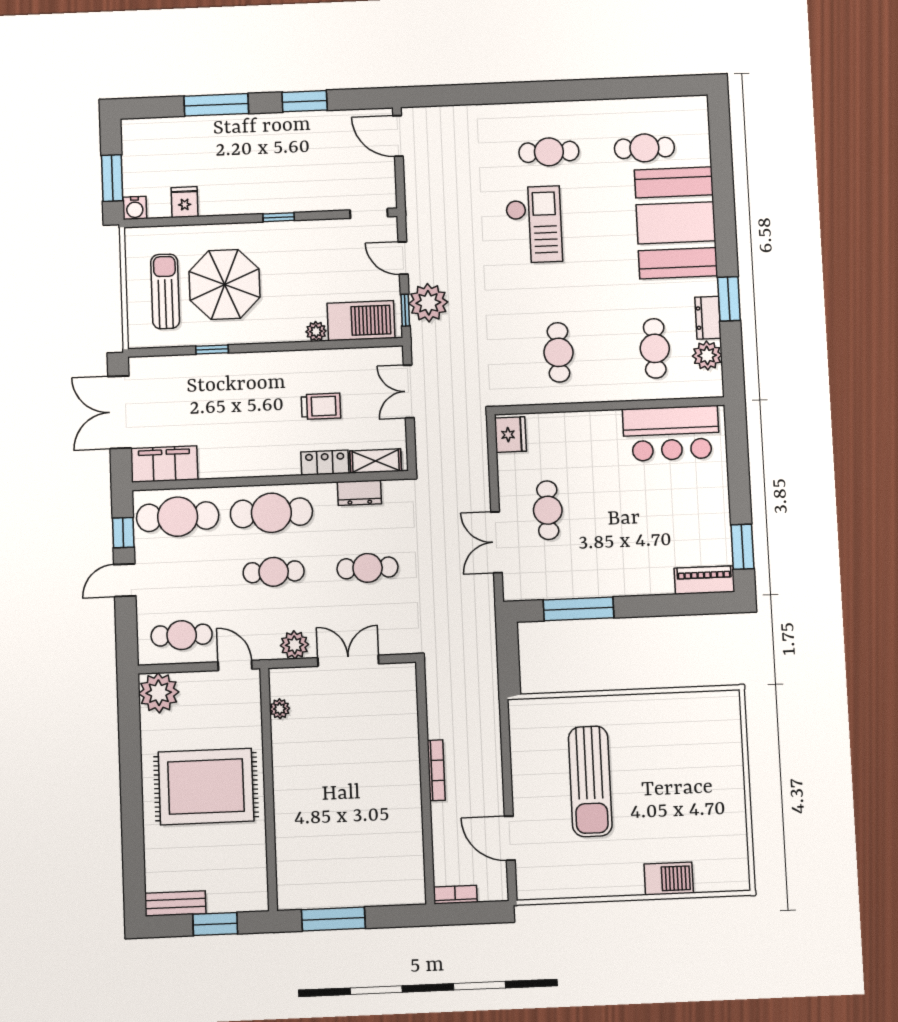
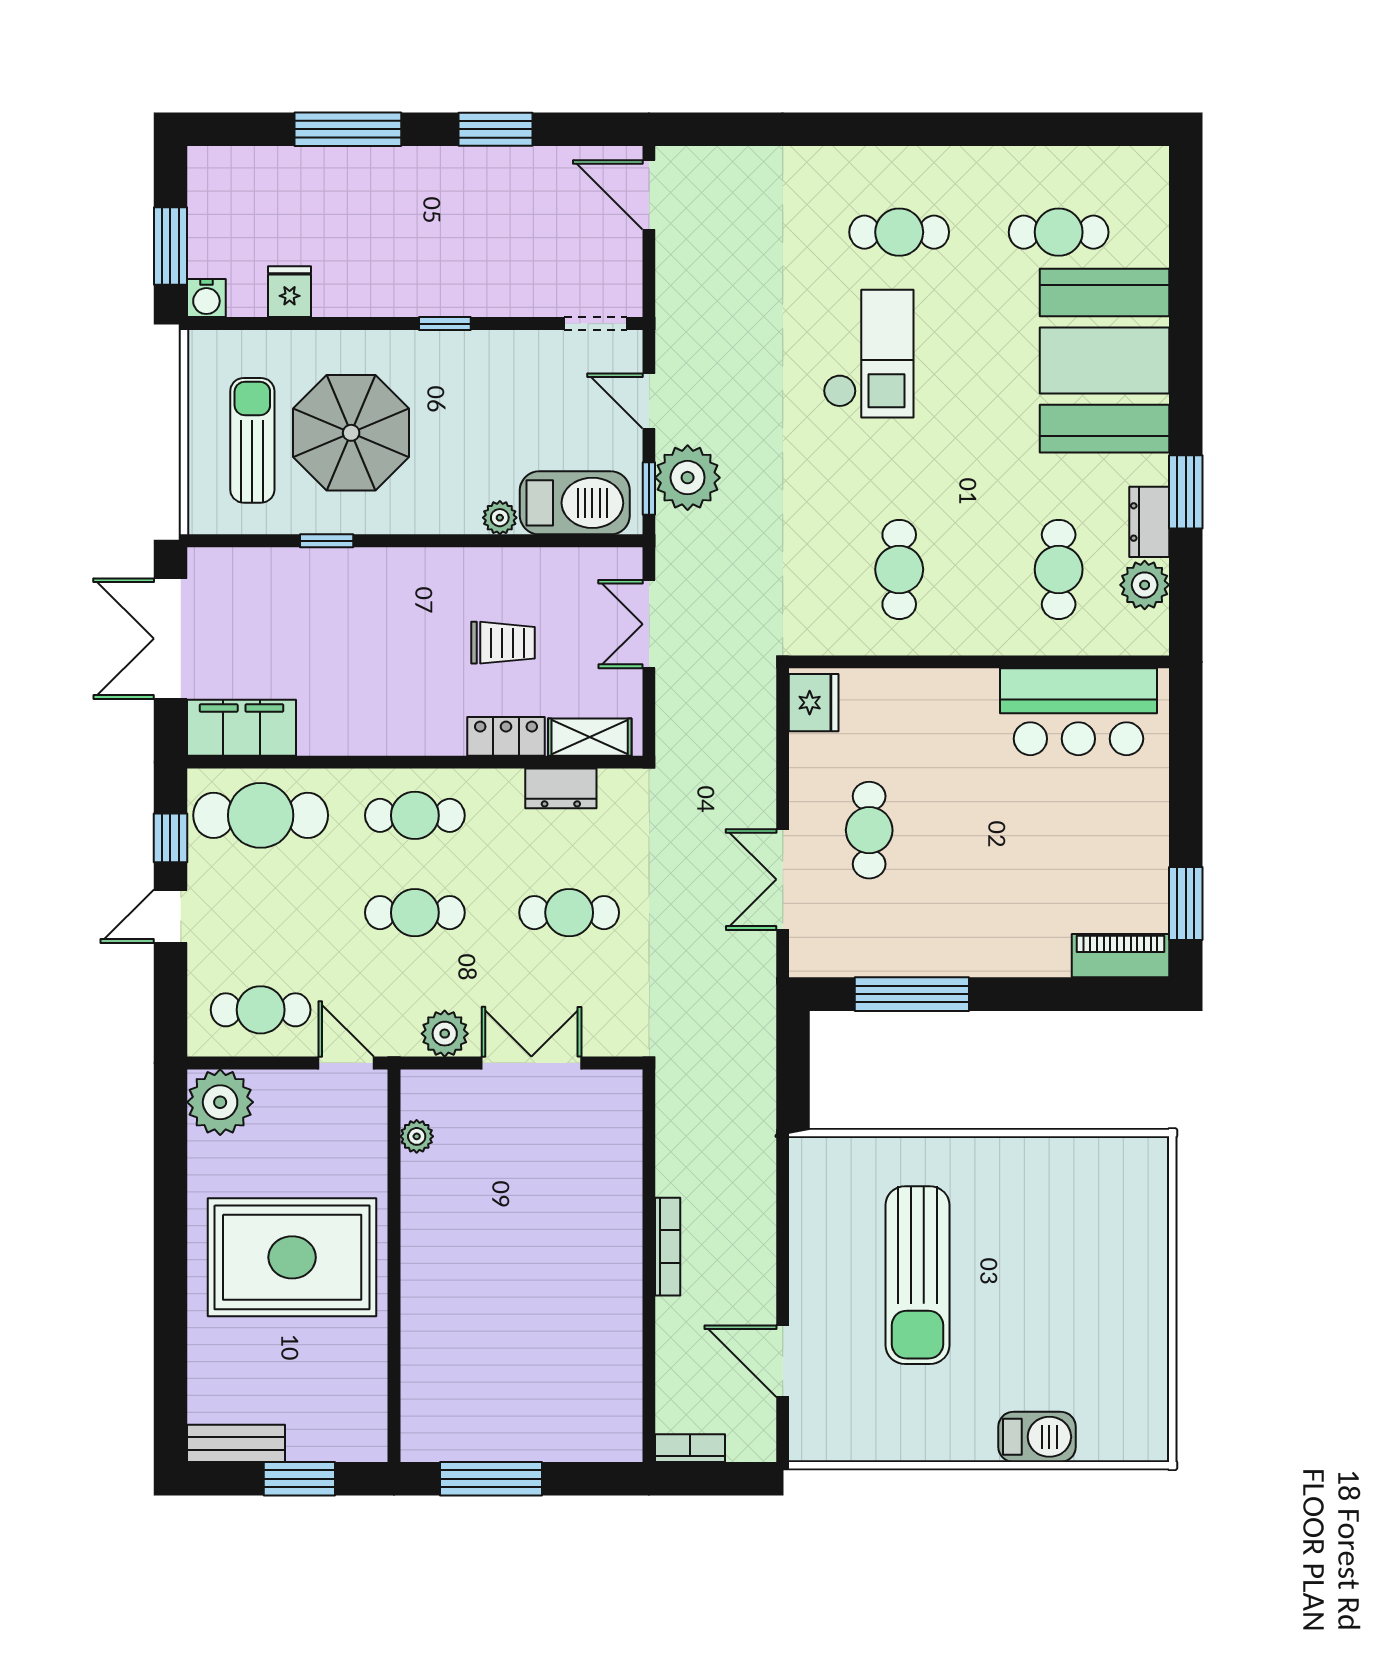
cafe table: (271, 513) -> (415, 815), width x0.73, depth x0.74

